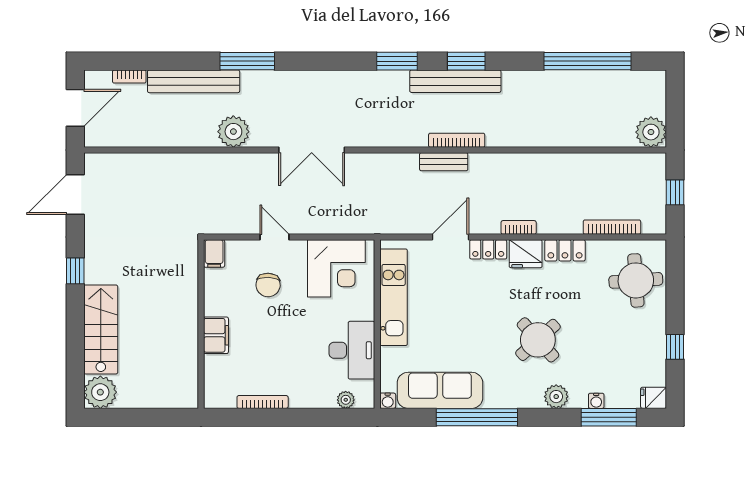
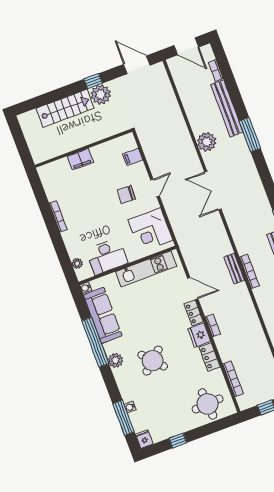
wall: (201, 324) -> (83, 148), moved
filing cabinet: (216, 335) -> (80, 159), moved
plant: (100, 392) -> (101, 95), moved
plant: (556, 397) -> (116, 360), moved

